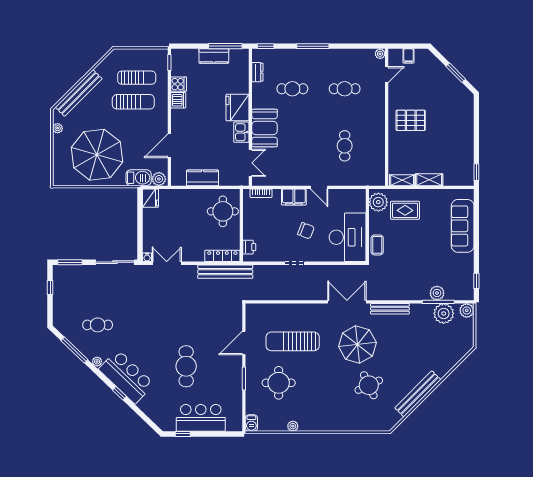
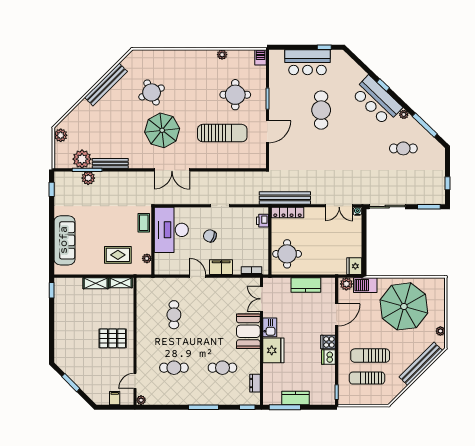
cooker: (179, 84) -> (328, 342), moved
plant: (378, 202) -> (147, 258), width x0.53, depth x0.53
bench: (390, 309) -> (110, 163), moved
plant: (467, 310) -> (61, 135), moved

